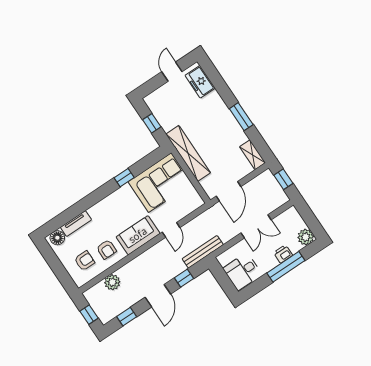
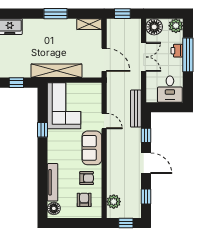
floor lamp: (291, 217) -> (154, 27), added
tv unit: (76, 224) -> (53, 182), width x1.41
plant: (112, 282) -> (114, 202), moved

